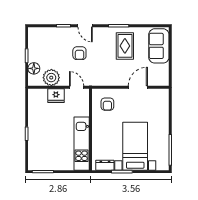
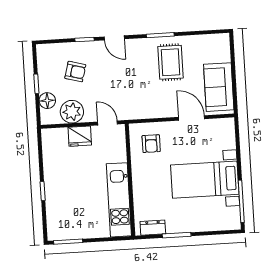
sofa: (159, 46) -> (219, 87), moved
armchair: (79, 53) -> (75, 72), moved, turned -75
door: (138, 87) -> (192, 118), hinge flipped
bed with nightstands: (135, 146) -> (205, 180), moved, turned -90

